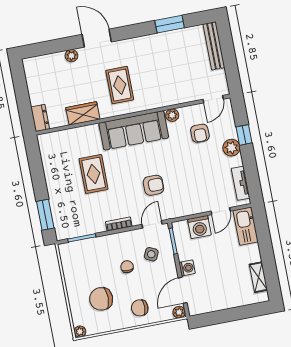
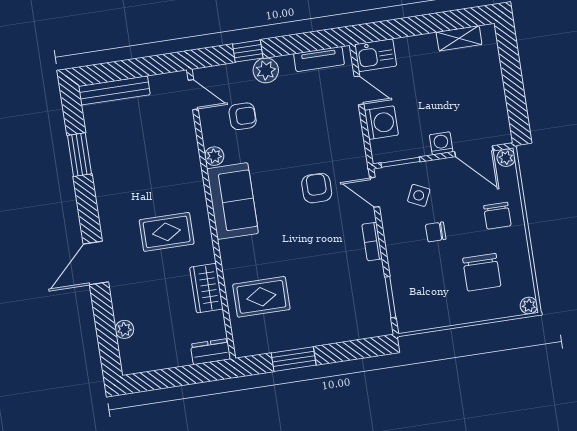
plant: (71, 56) -> (124, 329), moved
sofa: (134, 130) -> (232, 201), width x0.73
rug: (94, 174) -> (261, 297), moved
window: (45, 215) -> (294, 359), moved
kitchen sink: (246, 226) -> (376, 55), width x0.73

